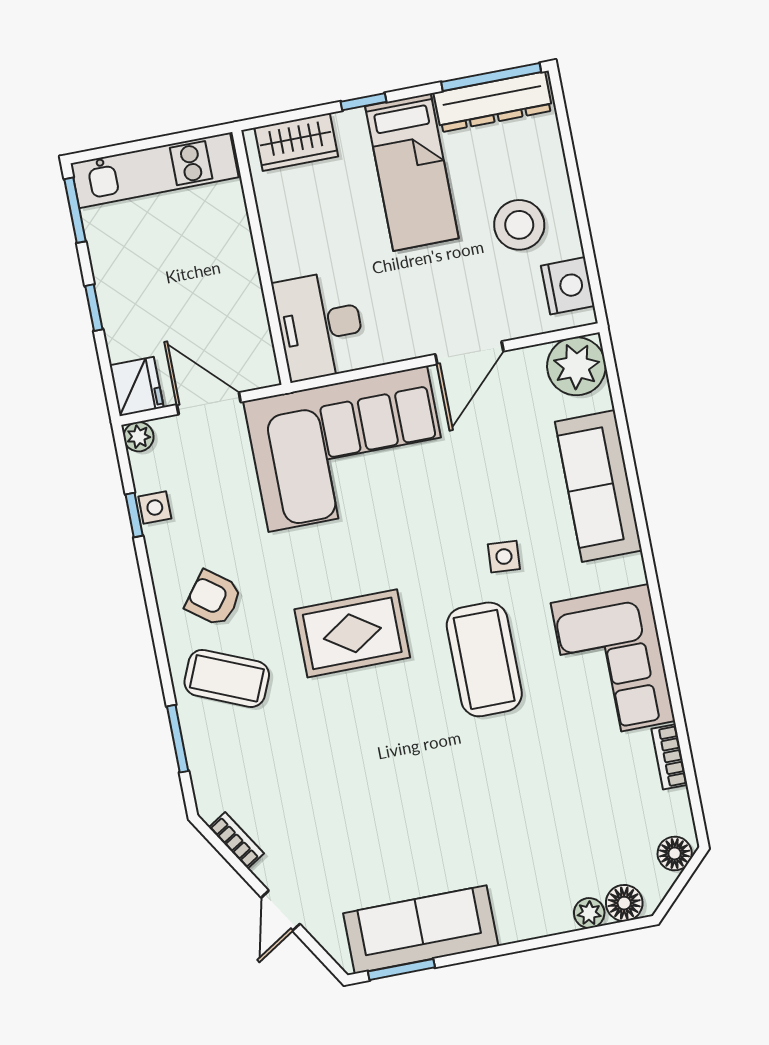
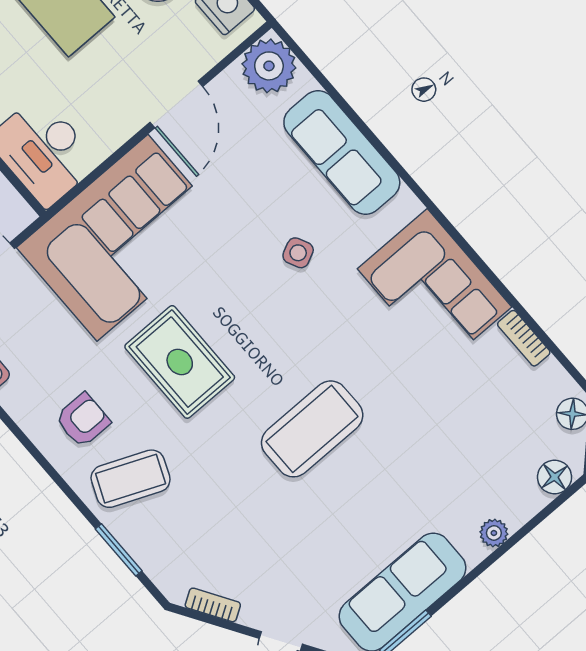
side table: (504, 557) -> (298, 253), turned -30
armchair: (213, 598) -> (83, 420), turned 143
rug: (352, 633) -> (180, 362), moved, turned 90
coffee table: (484, 659) -> (312, 429), moved, turned 90
plant: (589, 913) -> (494, 533), moved

